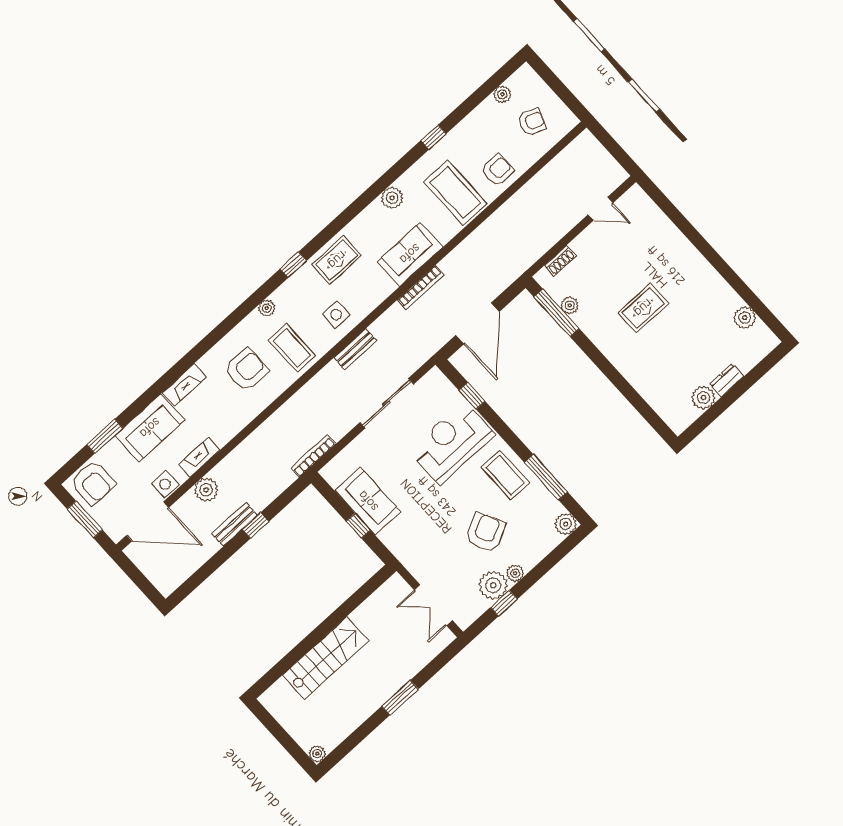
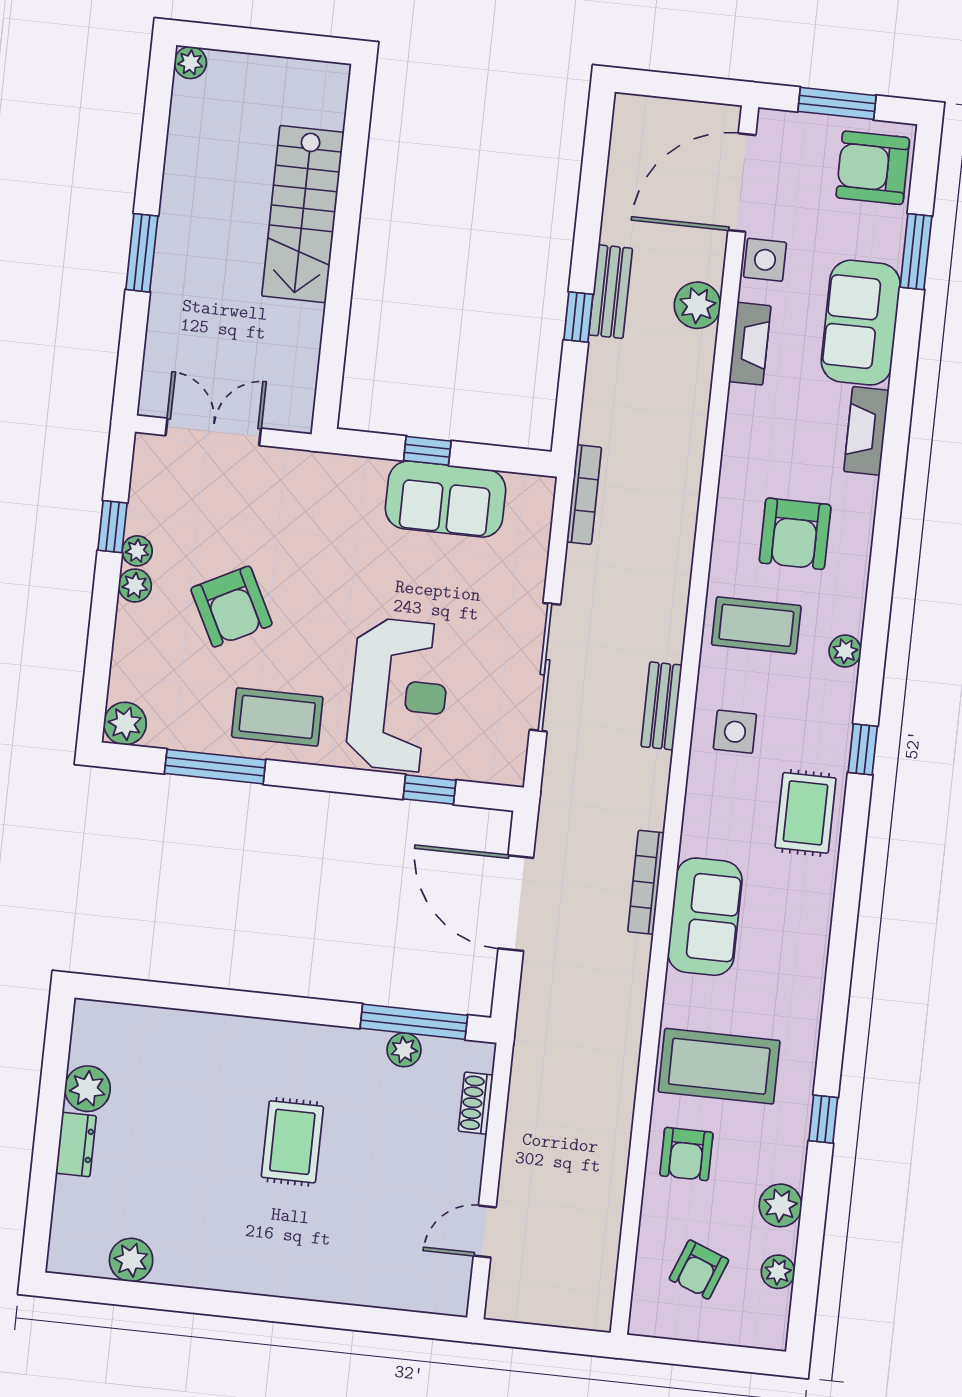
plant: (392, 198) -> (780, 1205), moved
plant: (493, 585) -> (137, 551), width x0.53, depth x0.53

